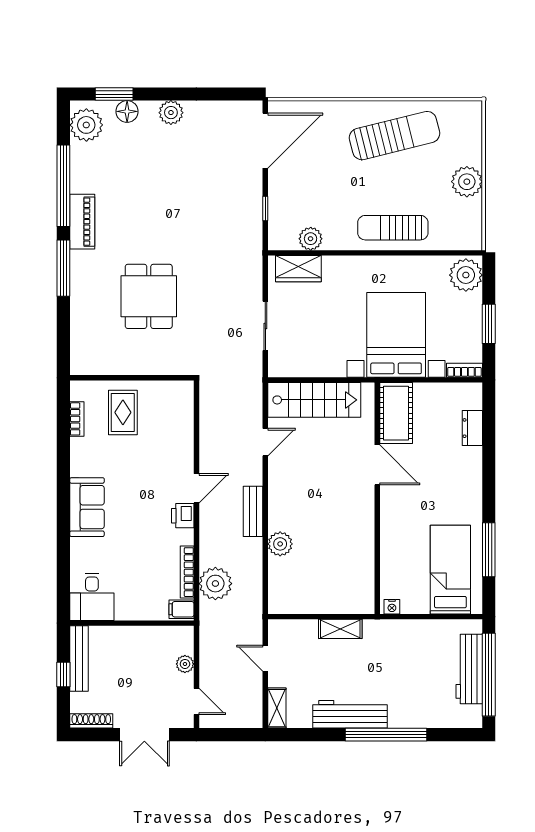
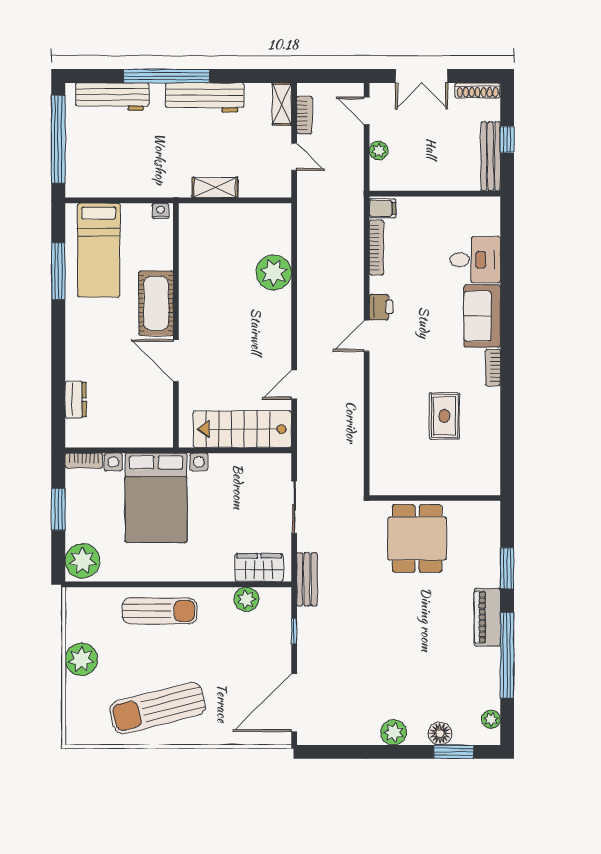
plant: (86, 125) -> (491, 719), width x0.53, depth x0.53
window: (63, 268) -> (507, 568), width x0.69
wall: (132, 378) -> (435, 498), moved
cot: (396, 413) -> (156, 303), moved
bookcase: (77, 419) -> (493, 368), moved
bench: (253, 511) -> (307, 579), moved
plant: (280, 544) -> (274, 273), width x1.36, depth x1.36
plant: (215, 584) -> (347, 235), removed
desk: (92, 597) -> (475, 260), moved, turned 90
workbench: (469, 669) -> (112, 97), moved, turned 90
bookcase: (256, 698) -> (304, 115), added
double door: (144, 735) -> (422, 76), swing flipped

